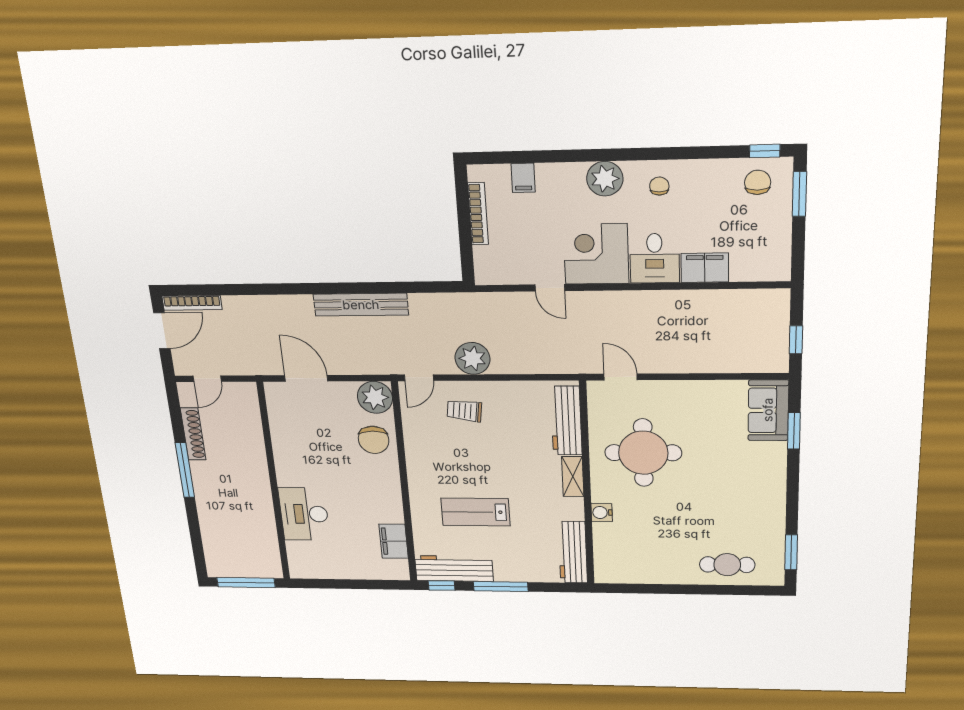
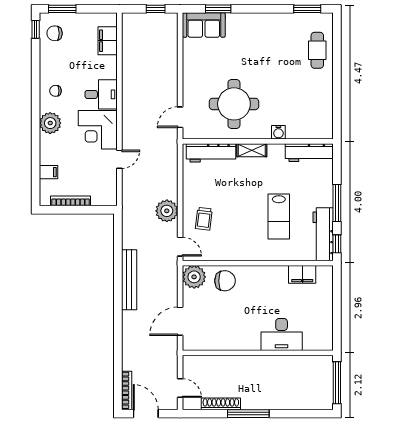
filing cabinet: (705, 268) -> (108, 41), moved

